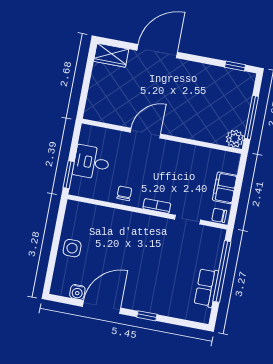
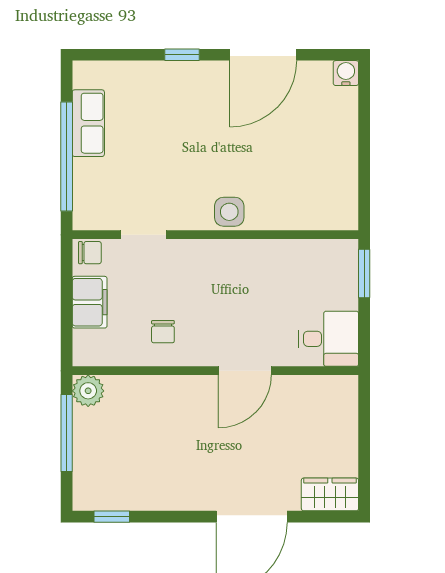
desk: (92, 162) -> (329, 339), moved
chair: (124, 193) -> (163, 332), moved
bookcase: (157, 206) -> (201, 248), removed
side table: (72, 248) -> (229, 212), moved
water cooler: (77, 292) -> (346, 73), moved

